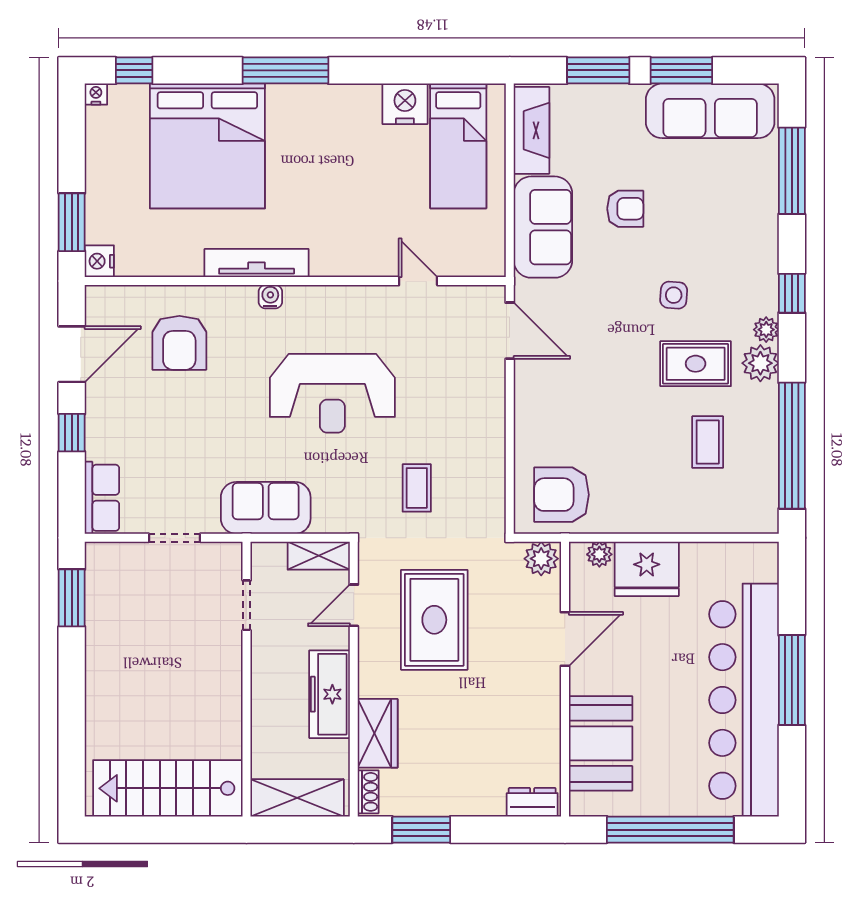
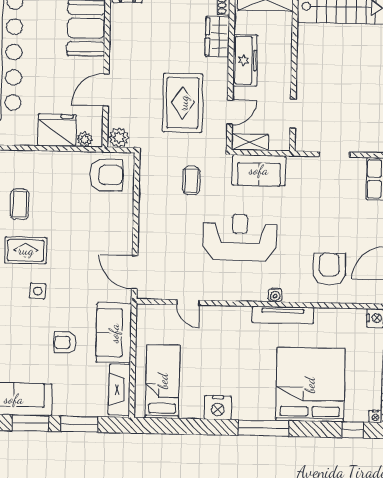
nightstand: (405, 104) -> (218, 407), moved
sofa: (266, 508) -> (259, 170), moved

